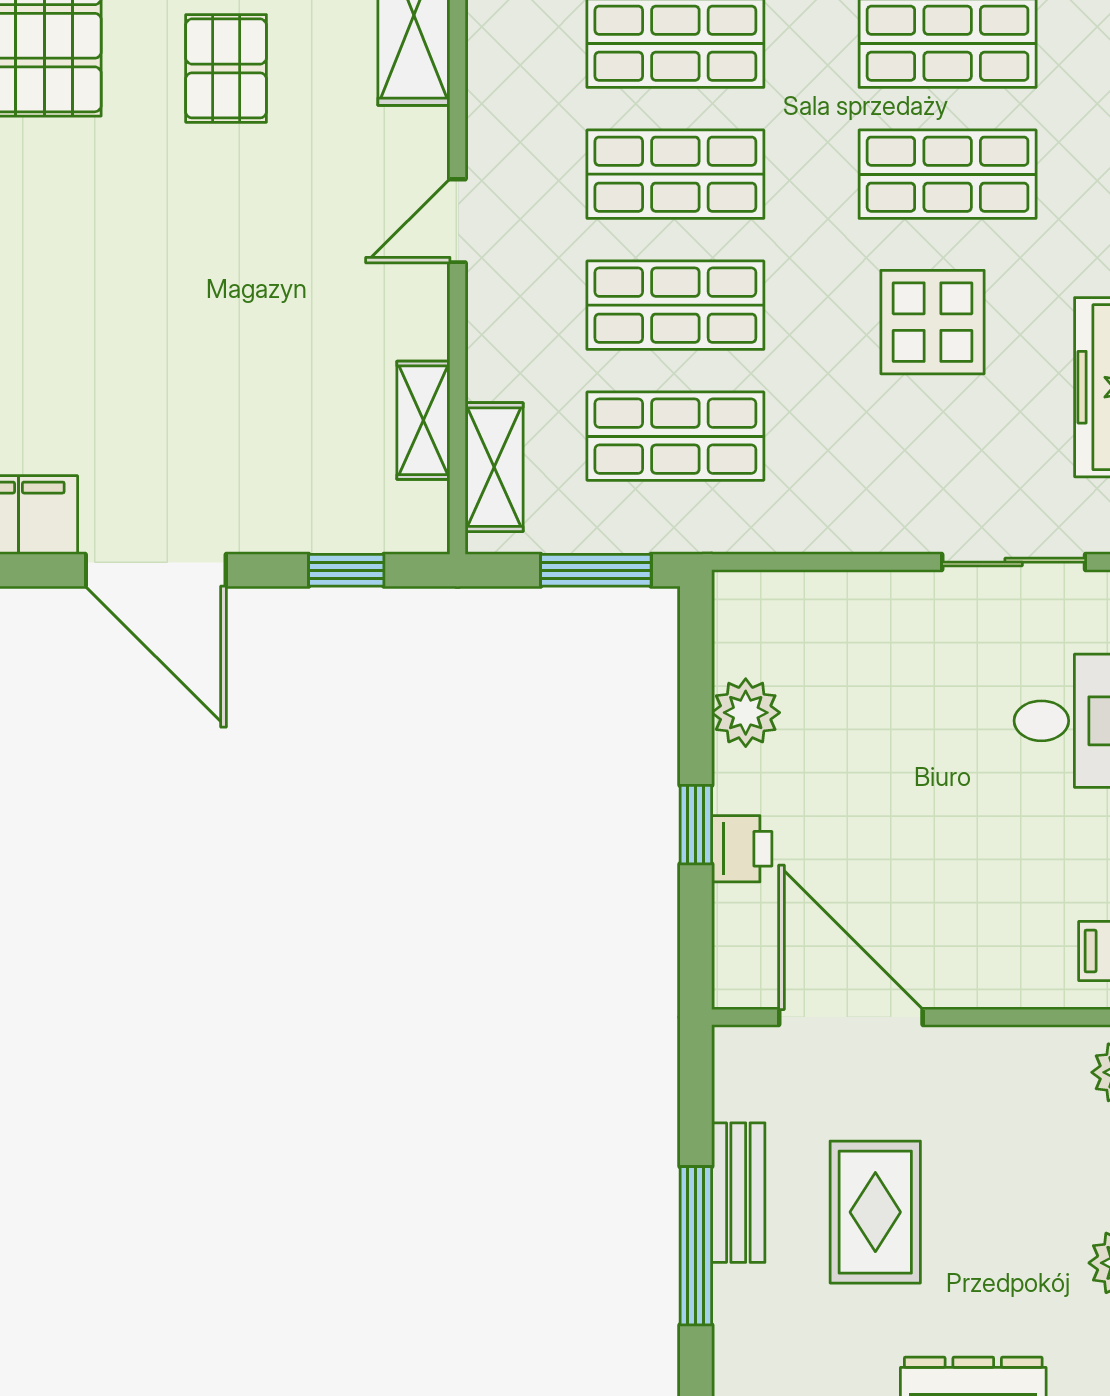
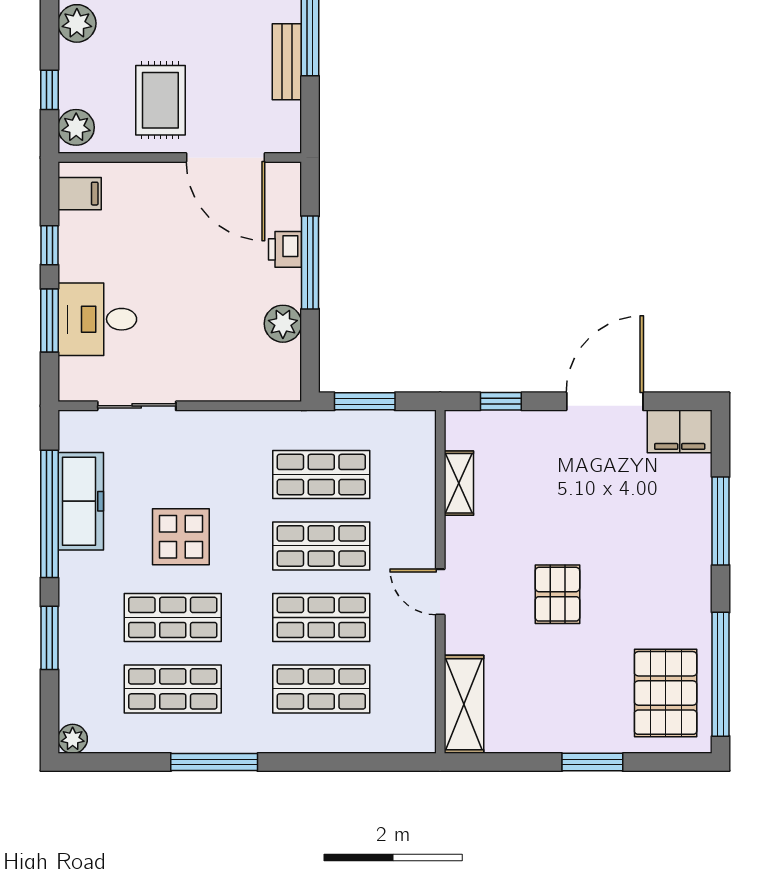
pallet: (226, 68) -> (557, 594), moved
door: (458, 221) -> (440, 592), swing flipped
shelving: (494, 467) -> (420, 458), removed
door: (156, 570) -> (605, 401), hinge flipped
window: (696, 825) -> (310, 263), width x2.17
rug: (875, 1212) -> (160, 100), moved

